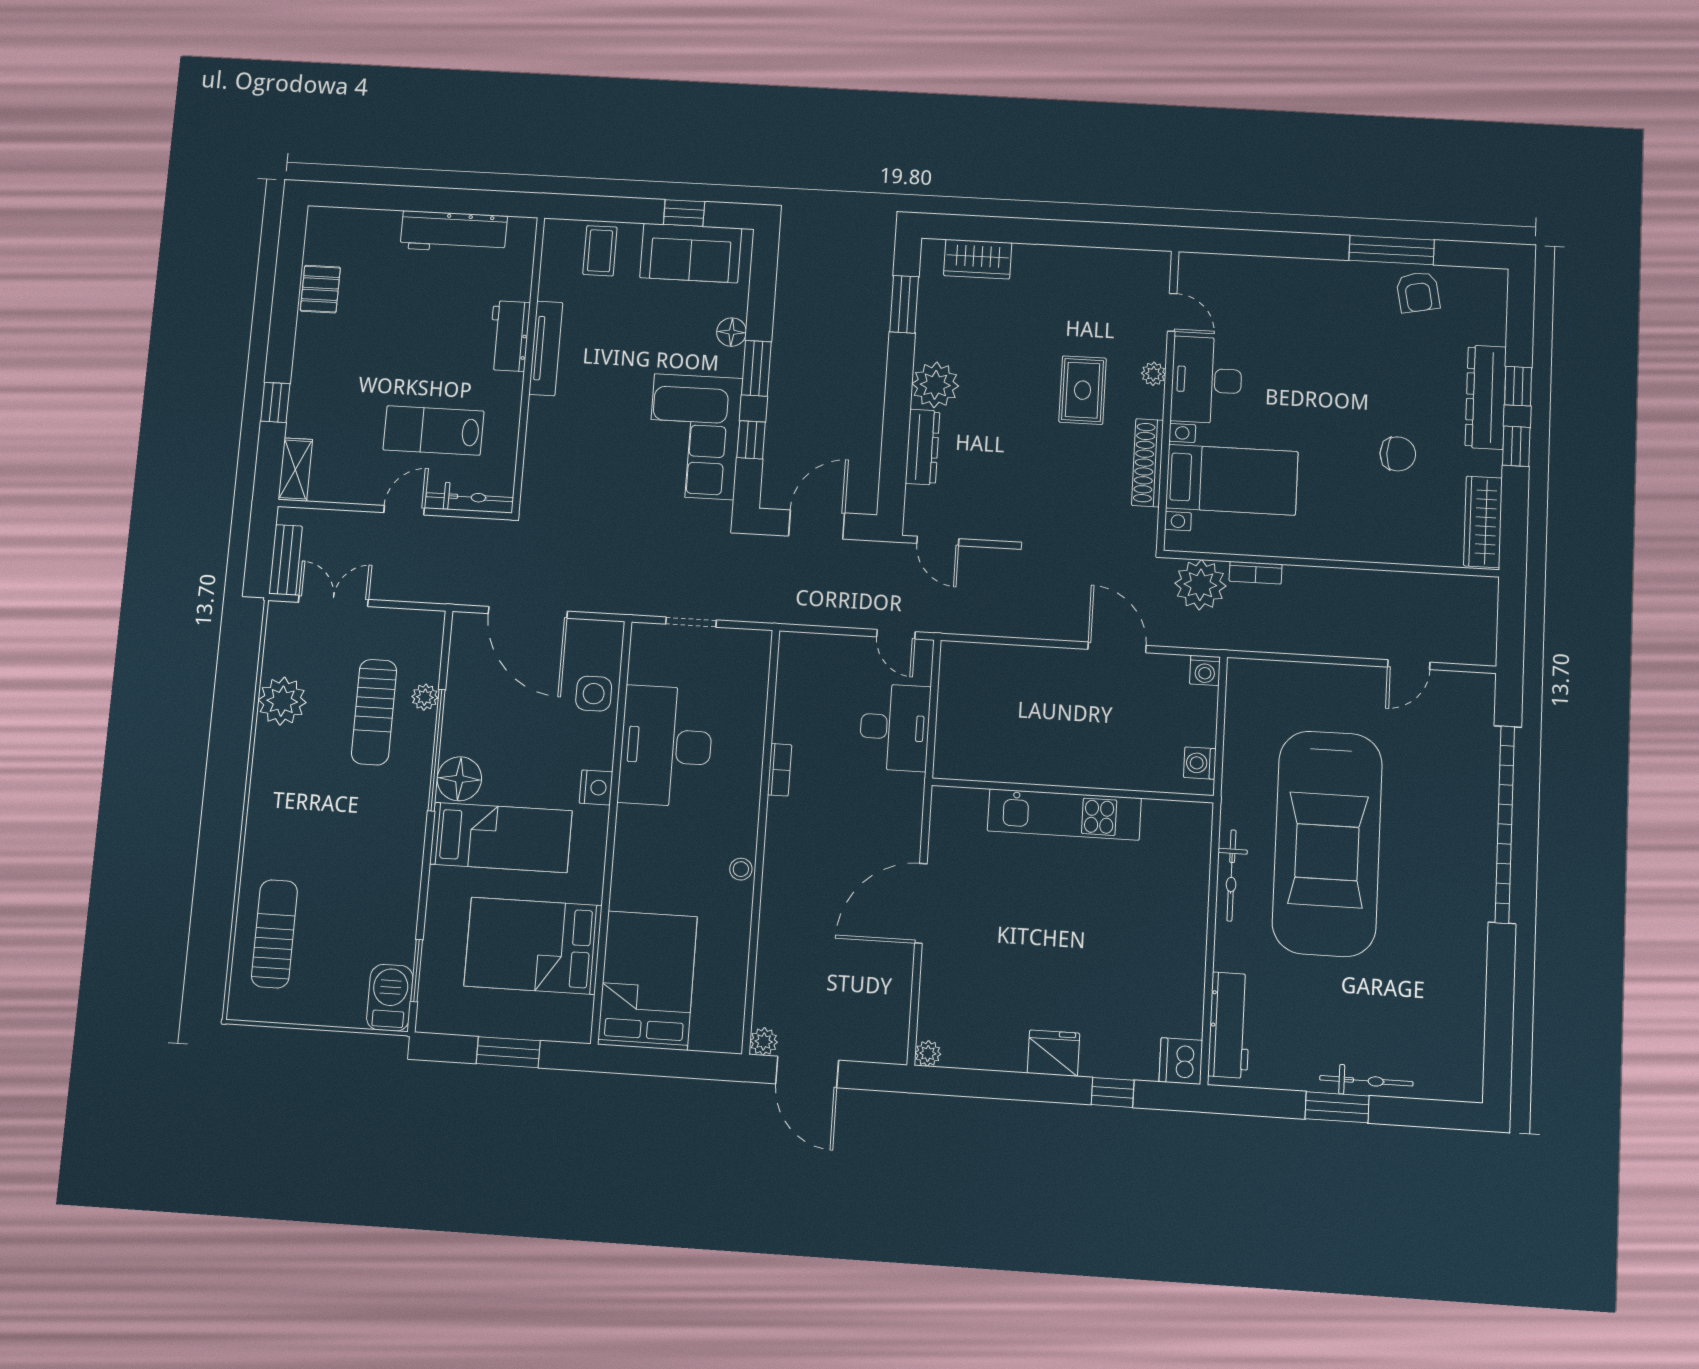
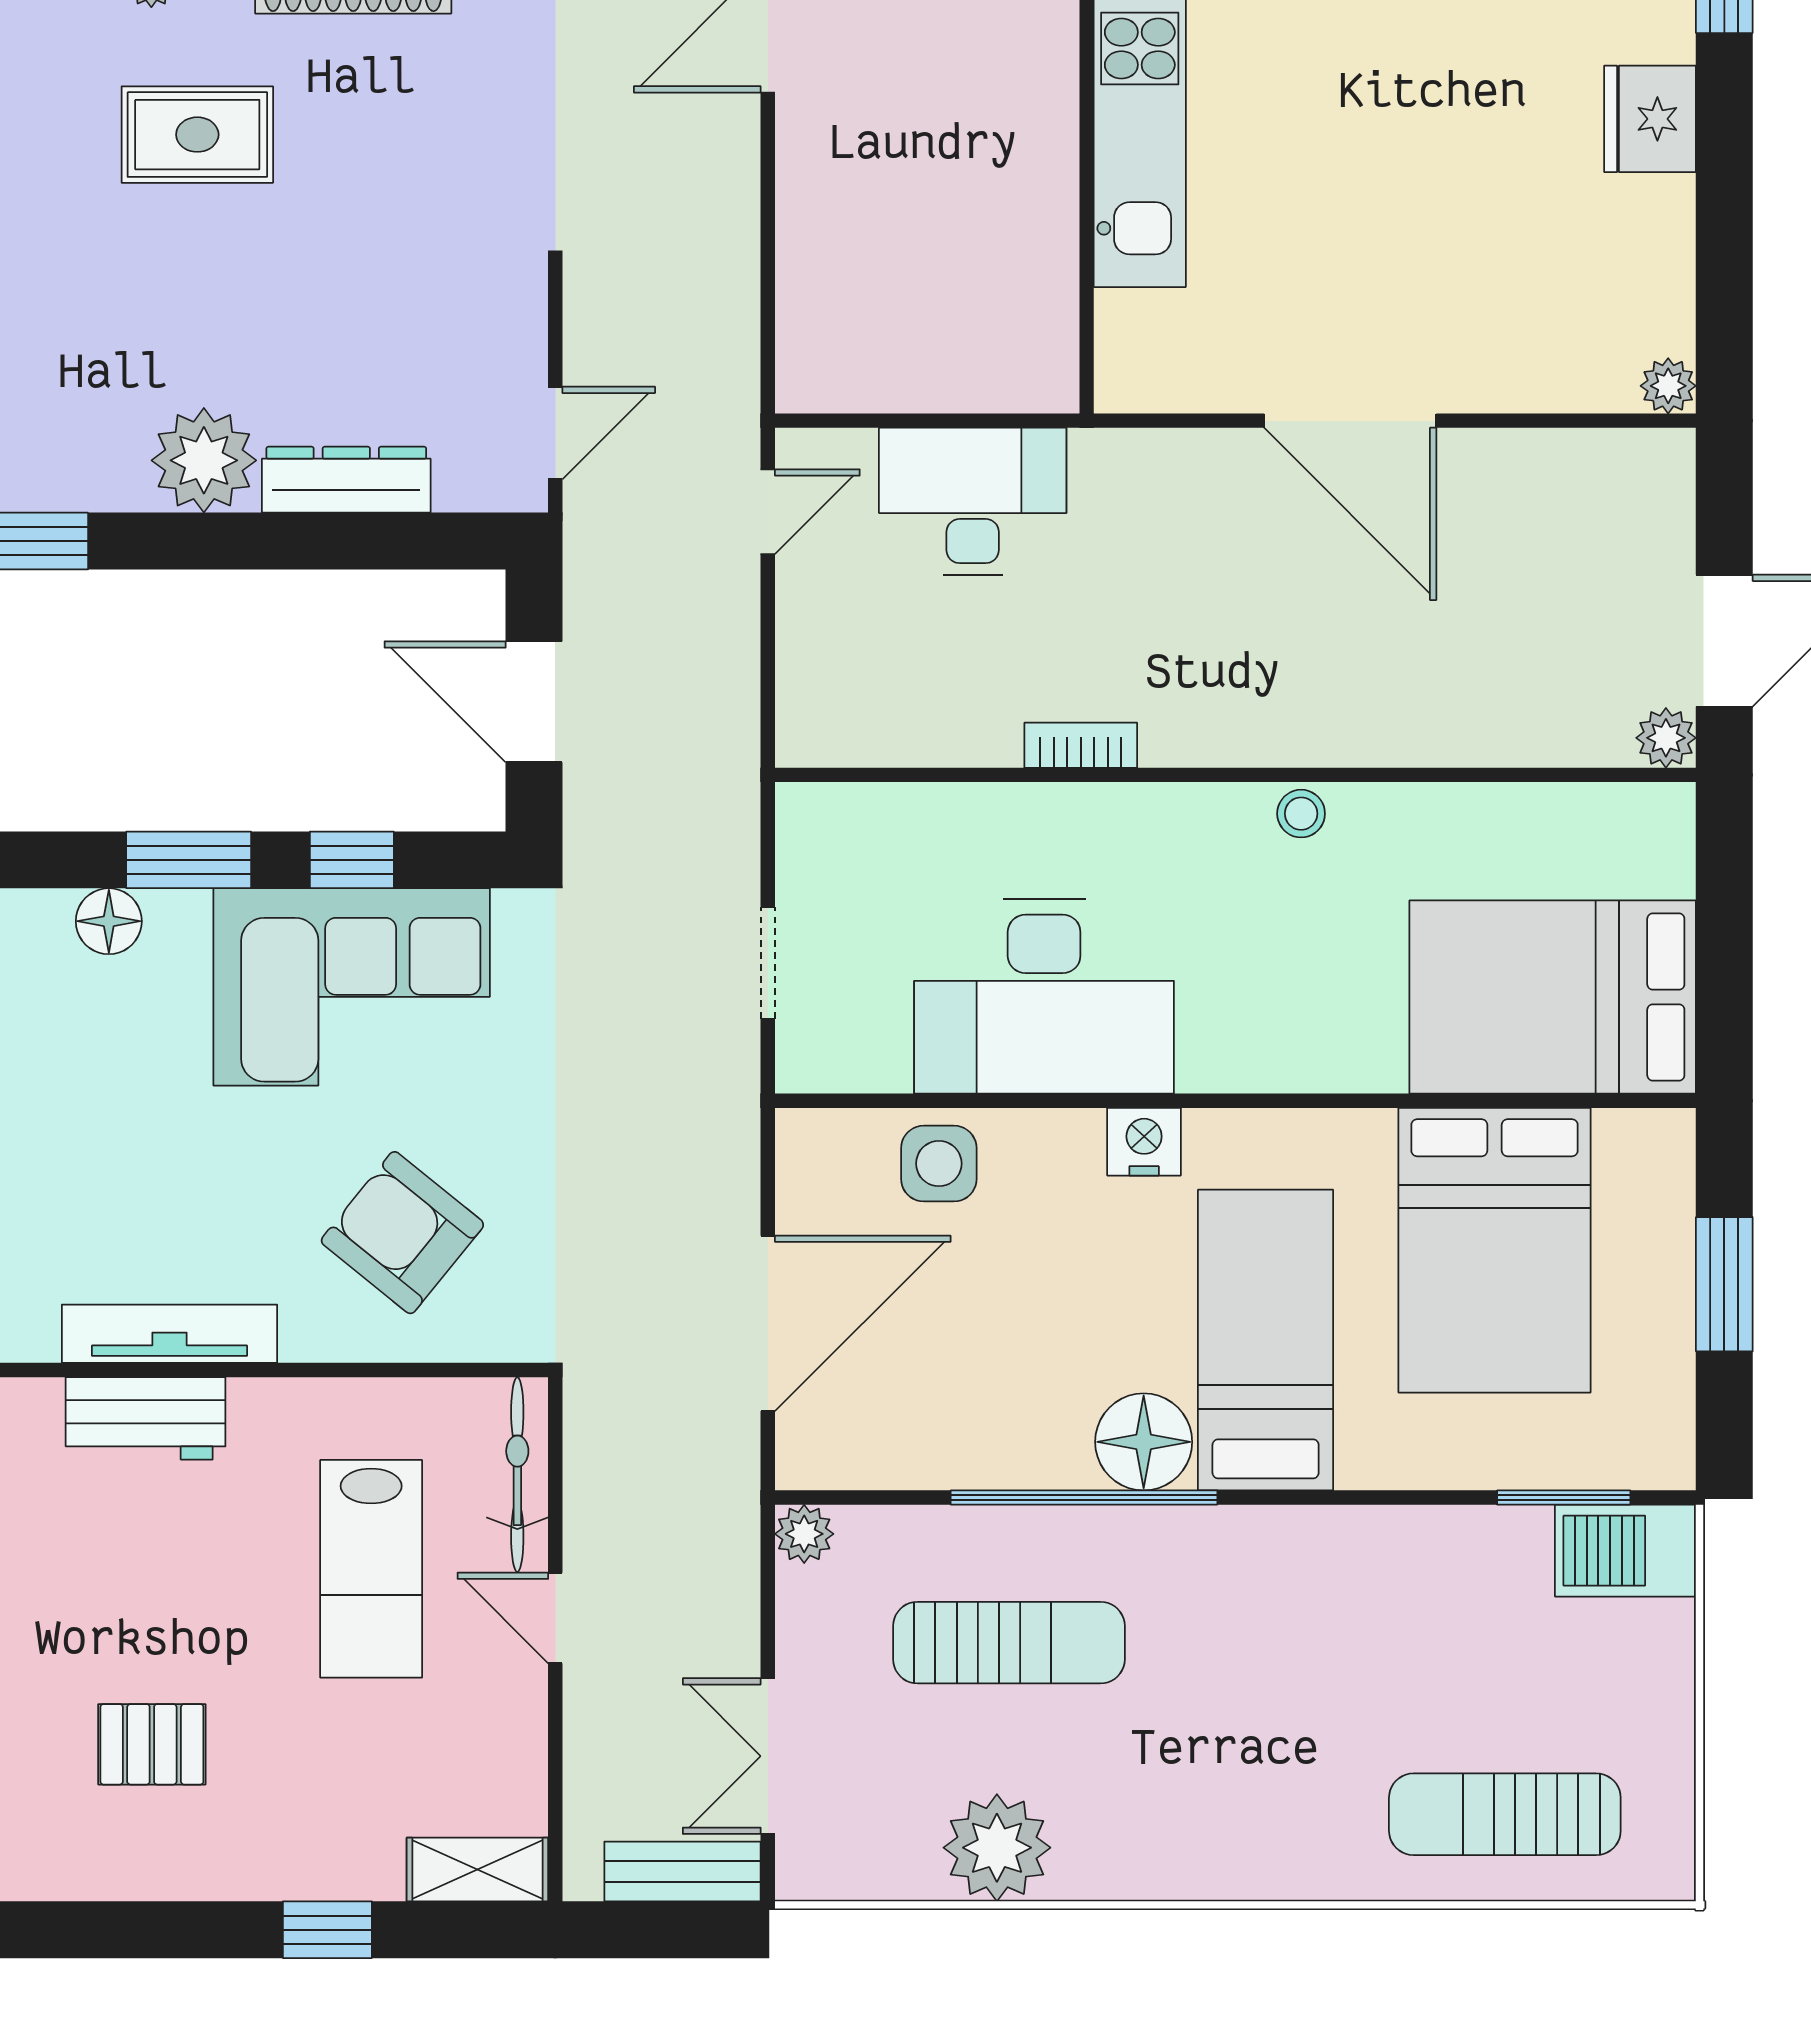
pallet: (320, 289) -> (152, 1744), moved
armchair: (582, 453) -> (402, 1233), added
plant: (425, 697) -> (804, 1534), moved

